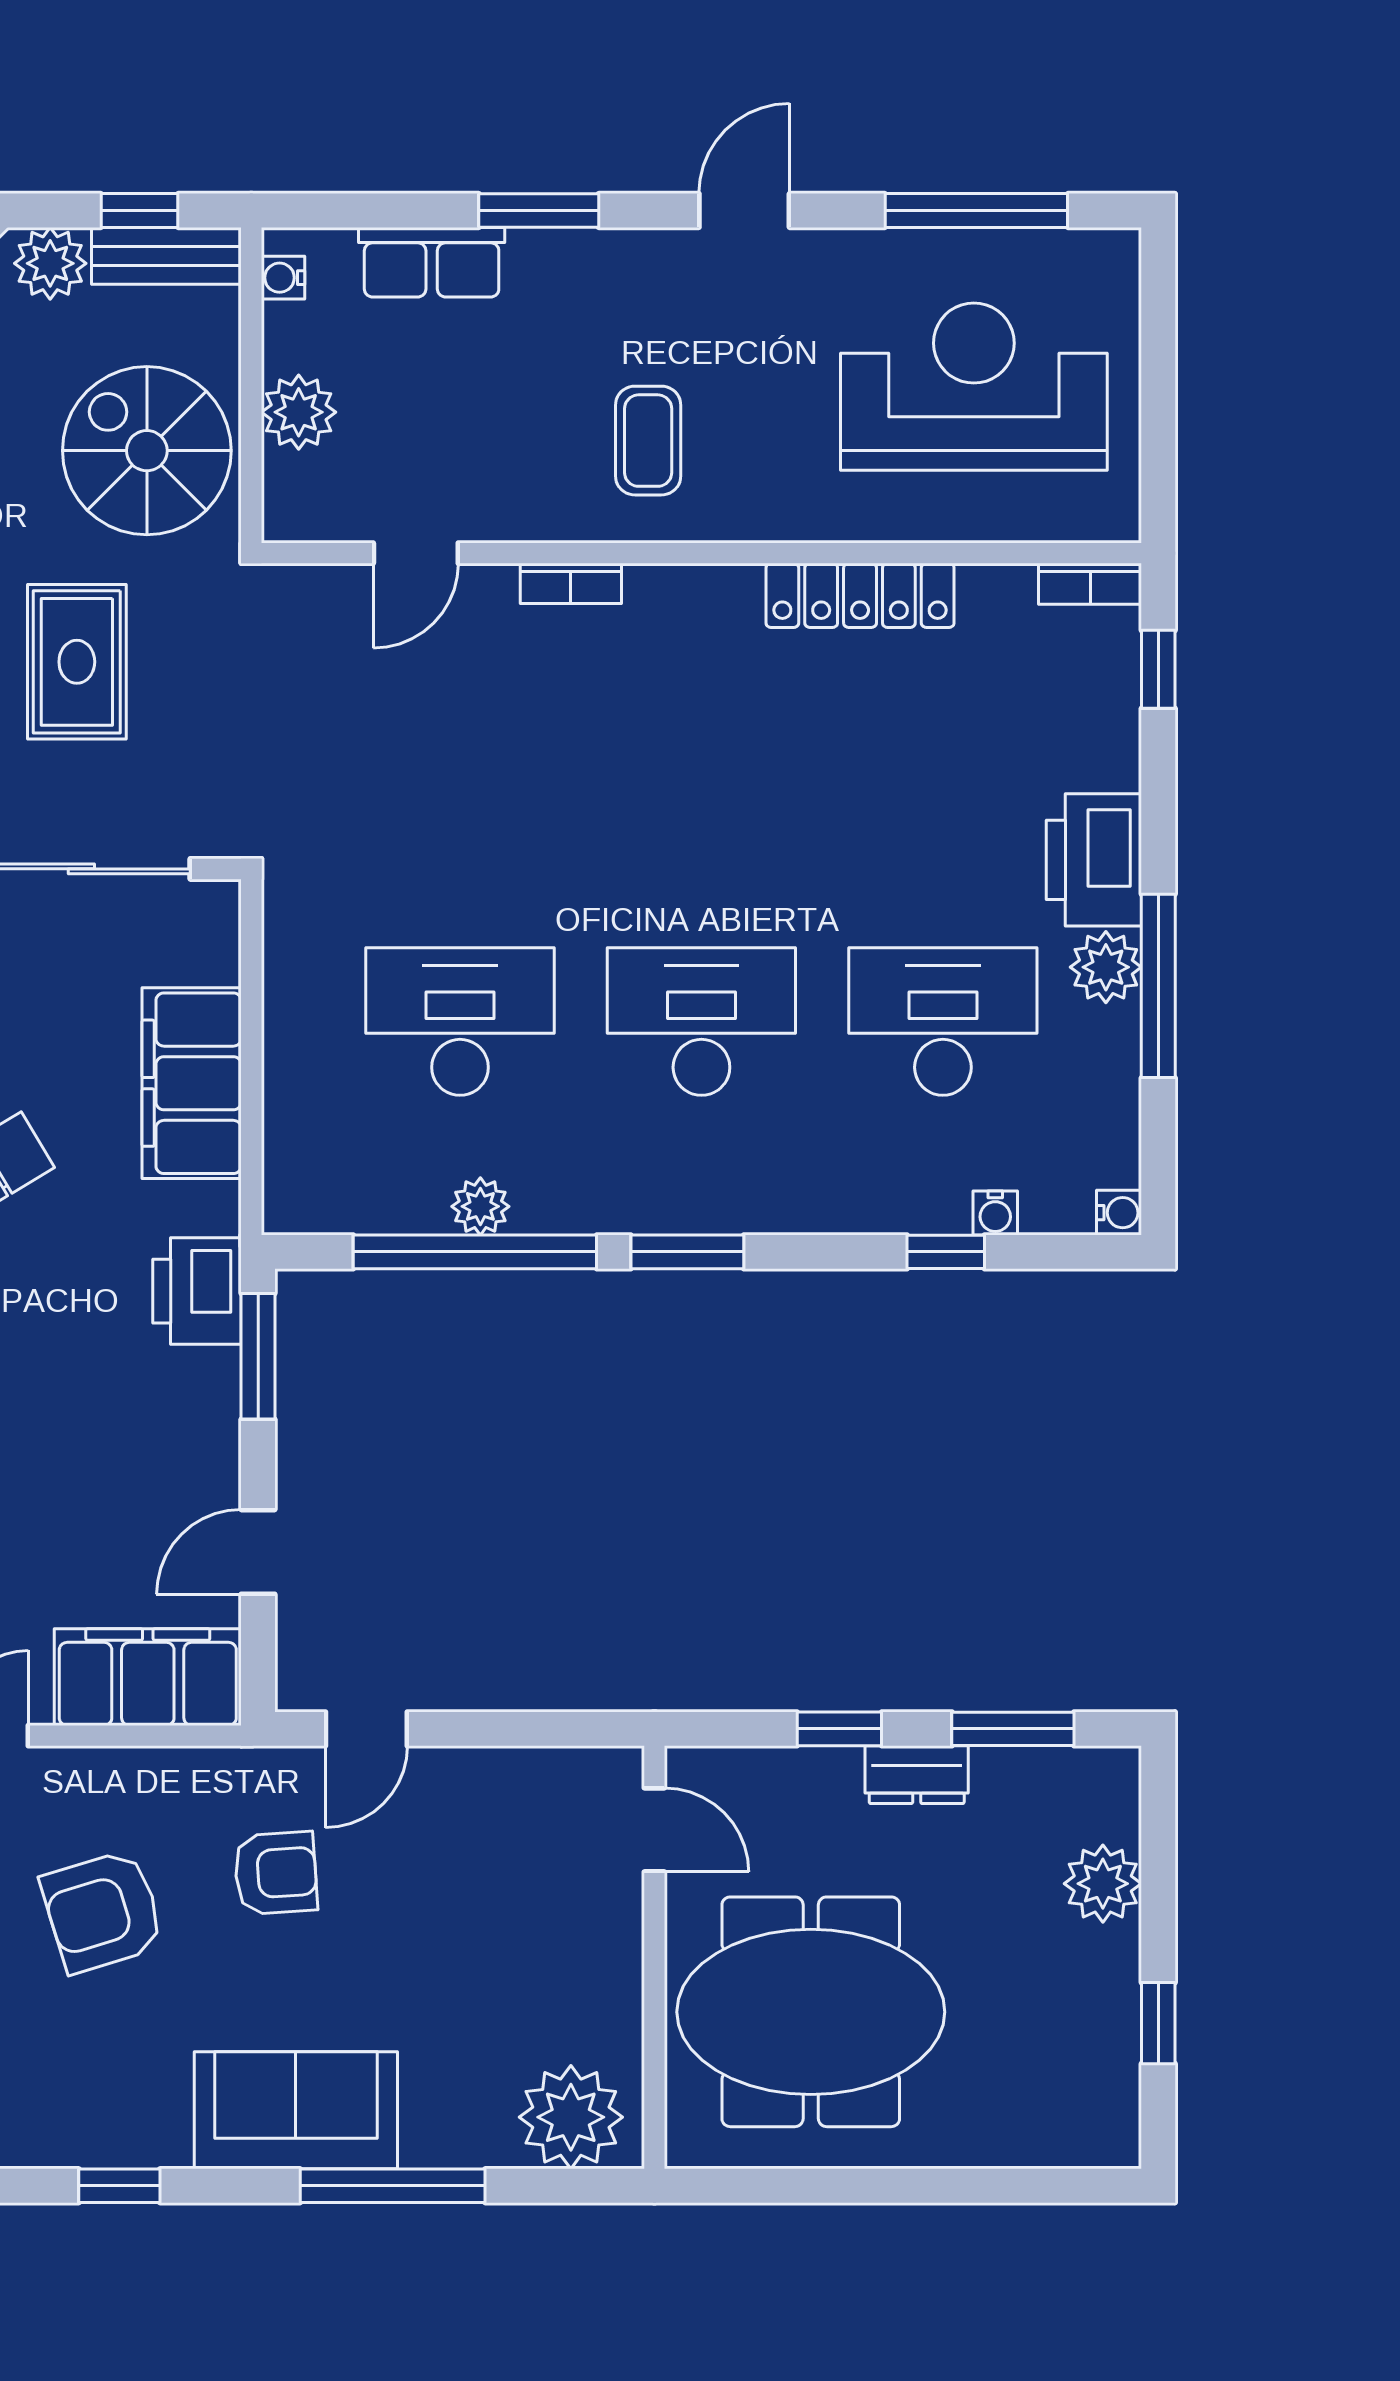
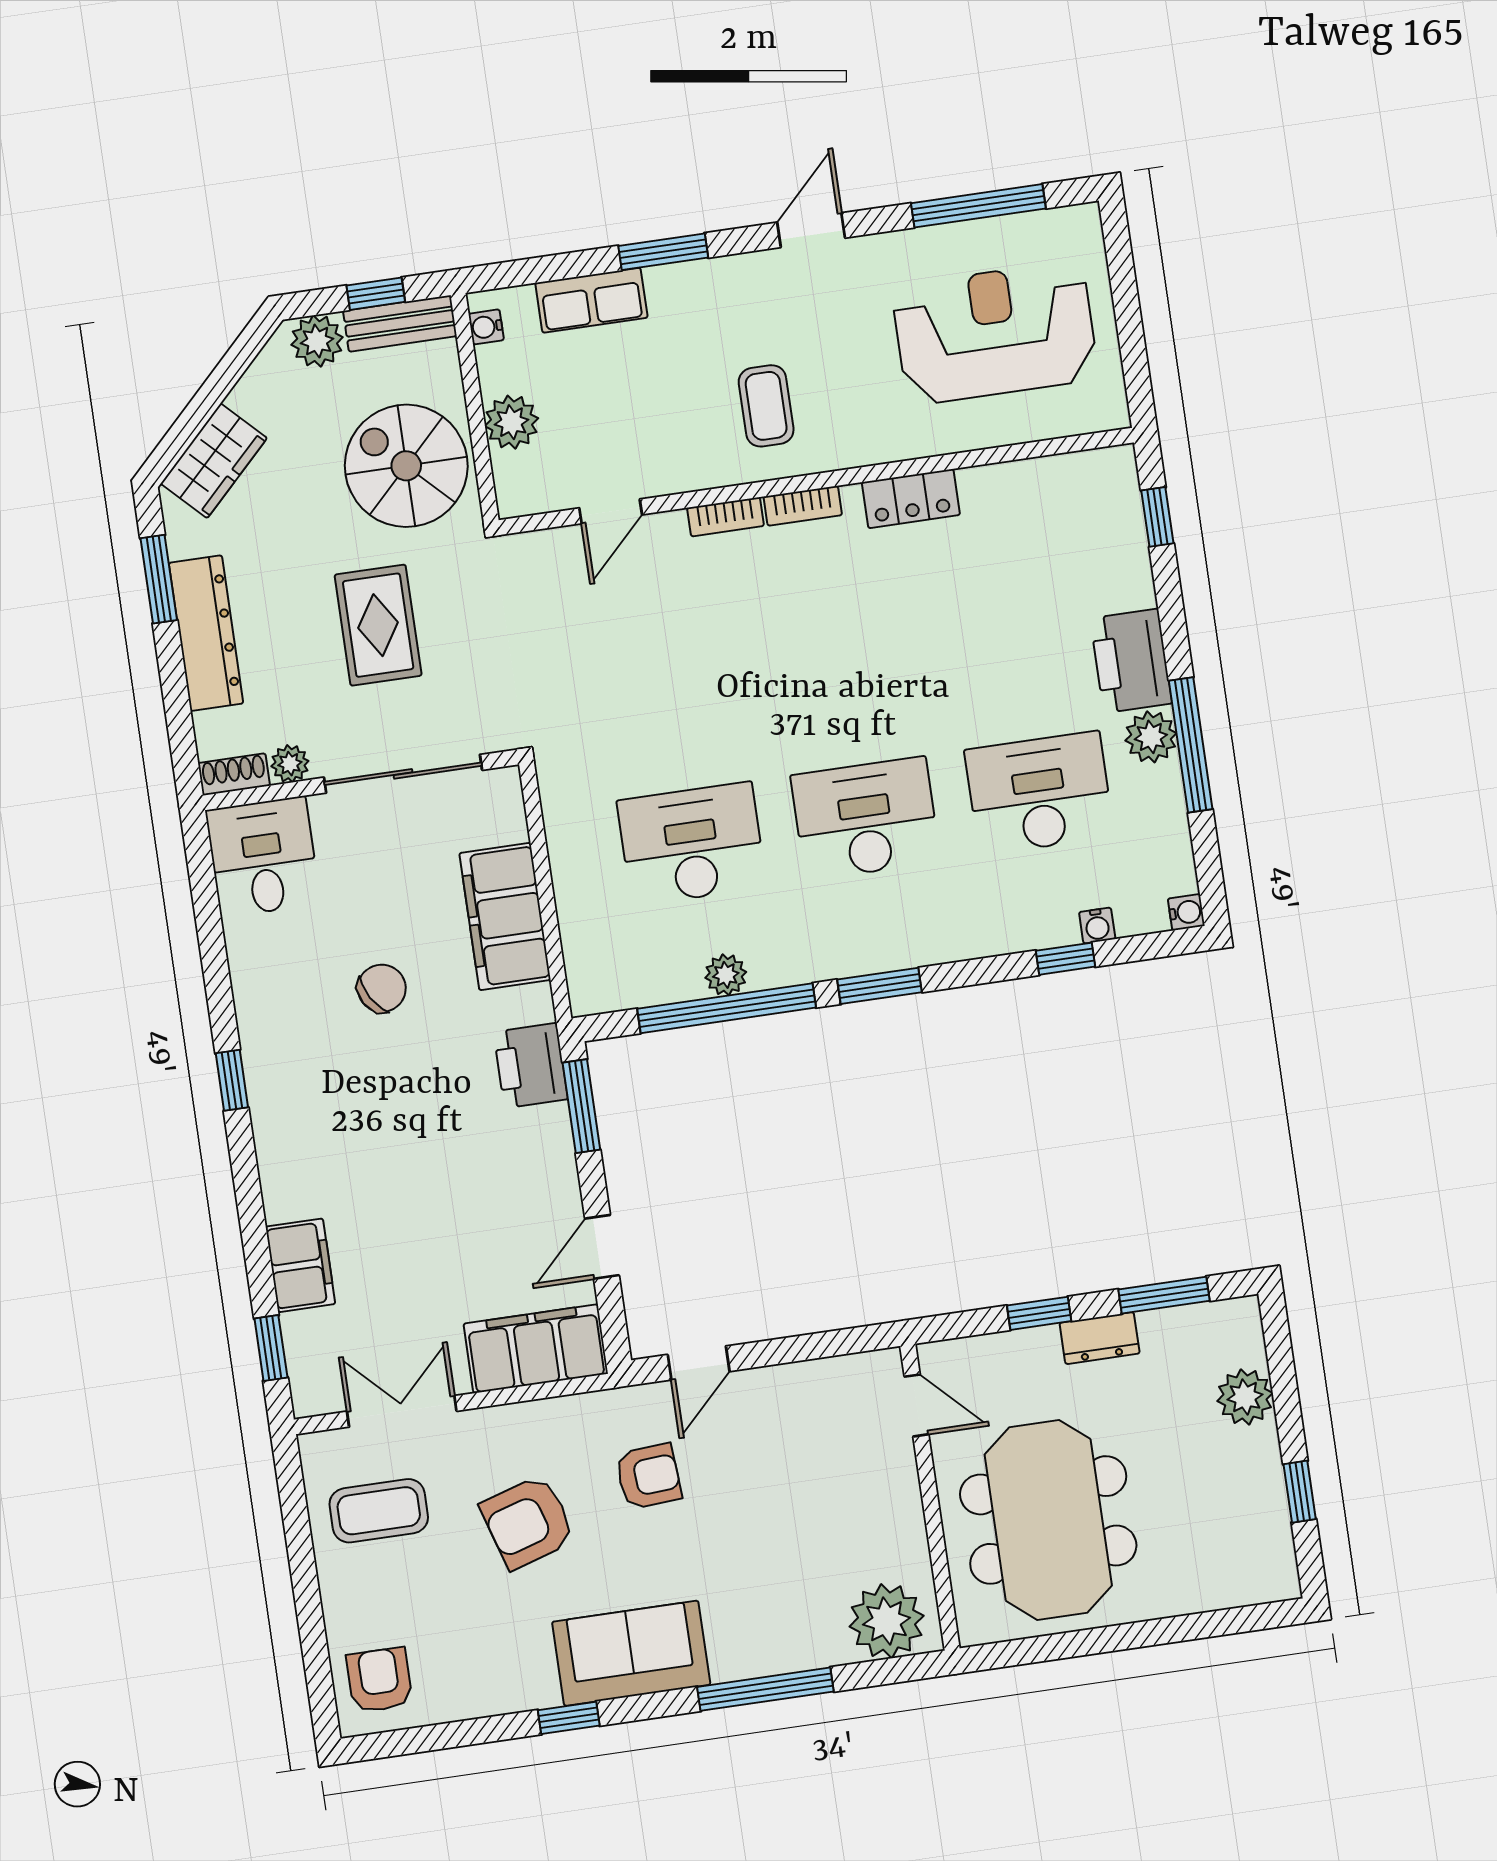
bookcase: (1090, 584) -> (803, 506), moved
locker: (860, 595) -> (911, 499), width x0.66
meeting table: (811, 2012) -> (1048, 1520), turned 90
sofa: (296, 2110) -> (631, 1653), moved

